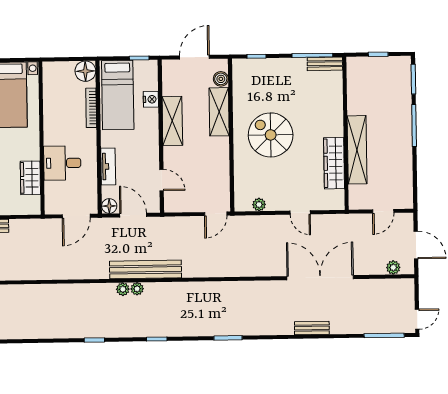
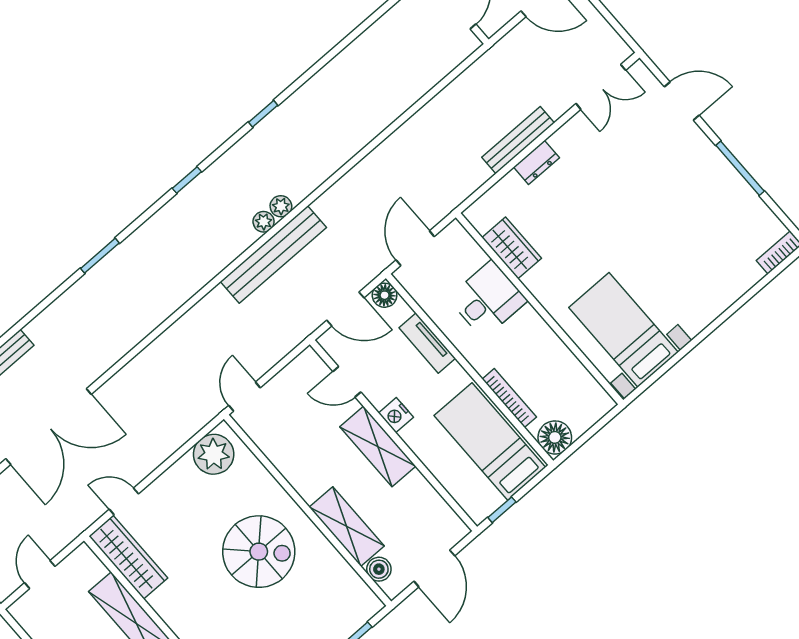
nightstand: (151, 99) -> (396, 415), moved
shelving: (172, 121) -> (378, 446), moved
wardrobe: (334, 163) -> (128, 557), moved
plant: (259, 205) -> (214, 454), width x1.87, depth x1.87
door: (300, 212) -> (124, 502), moved

